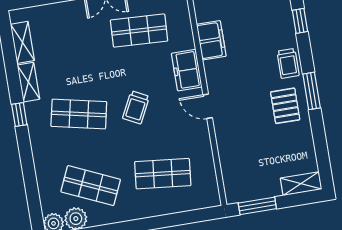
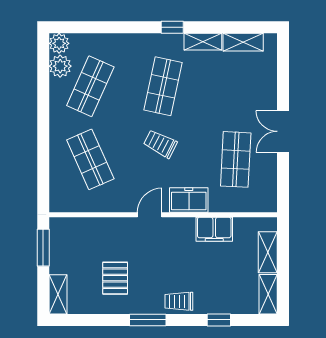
pallet: (285, 106) -> (115, 278), moved, turned 90
shop shelf: (163, 174) -> (90, 159), turned -30

